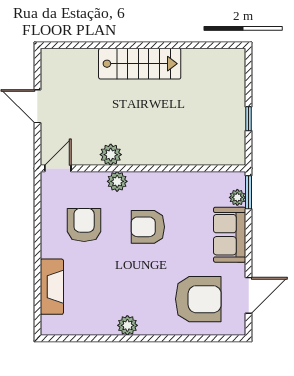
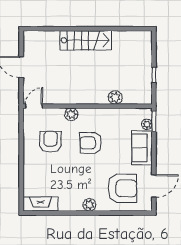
plant: (111, 155) -> (115, 97), moved
fireplace: (52, 287) -> (41, 204), moved, turned -90
plant: (127, 325) -> (89, 205), moved

